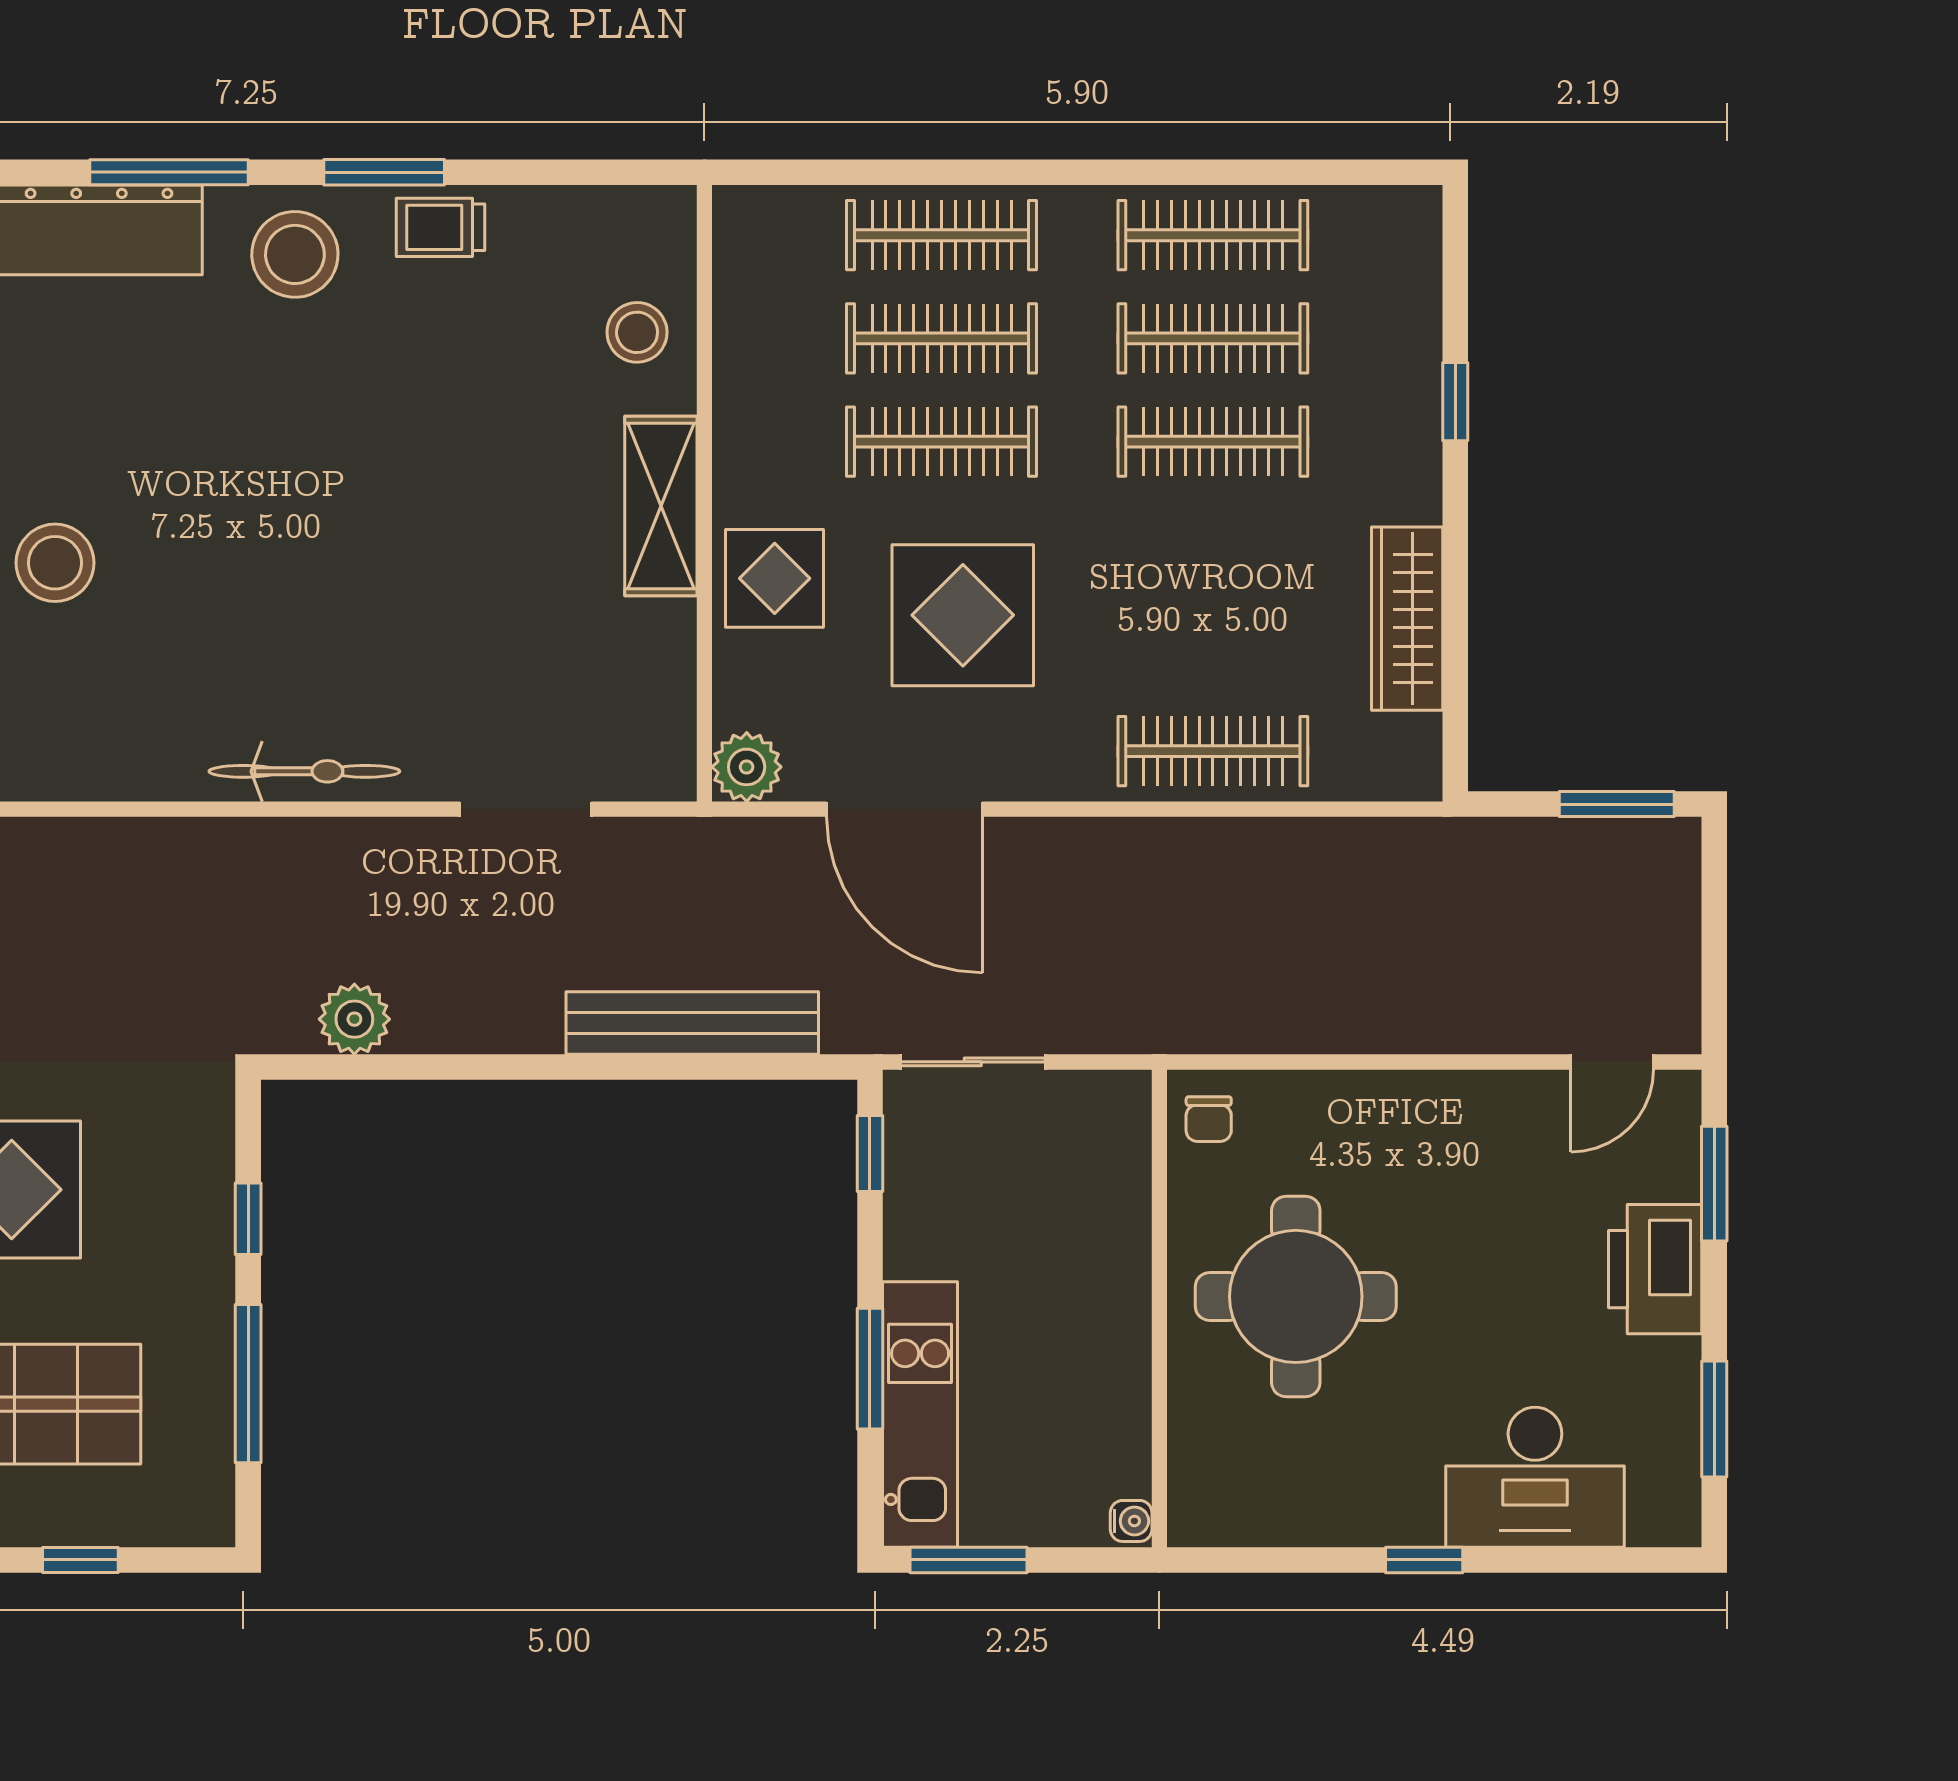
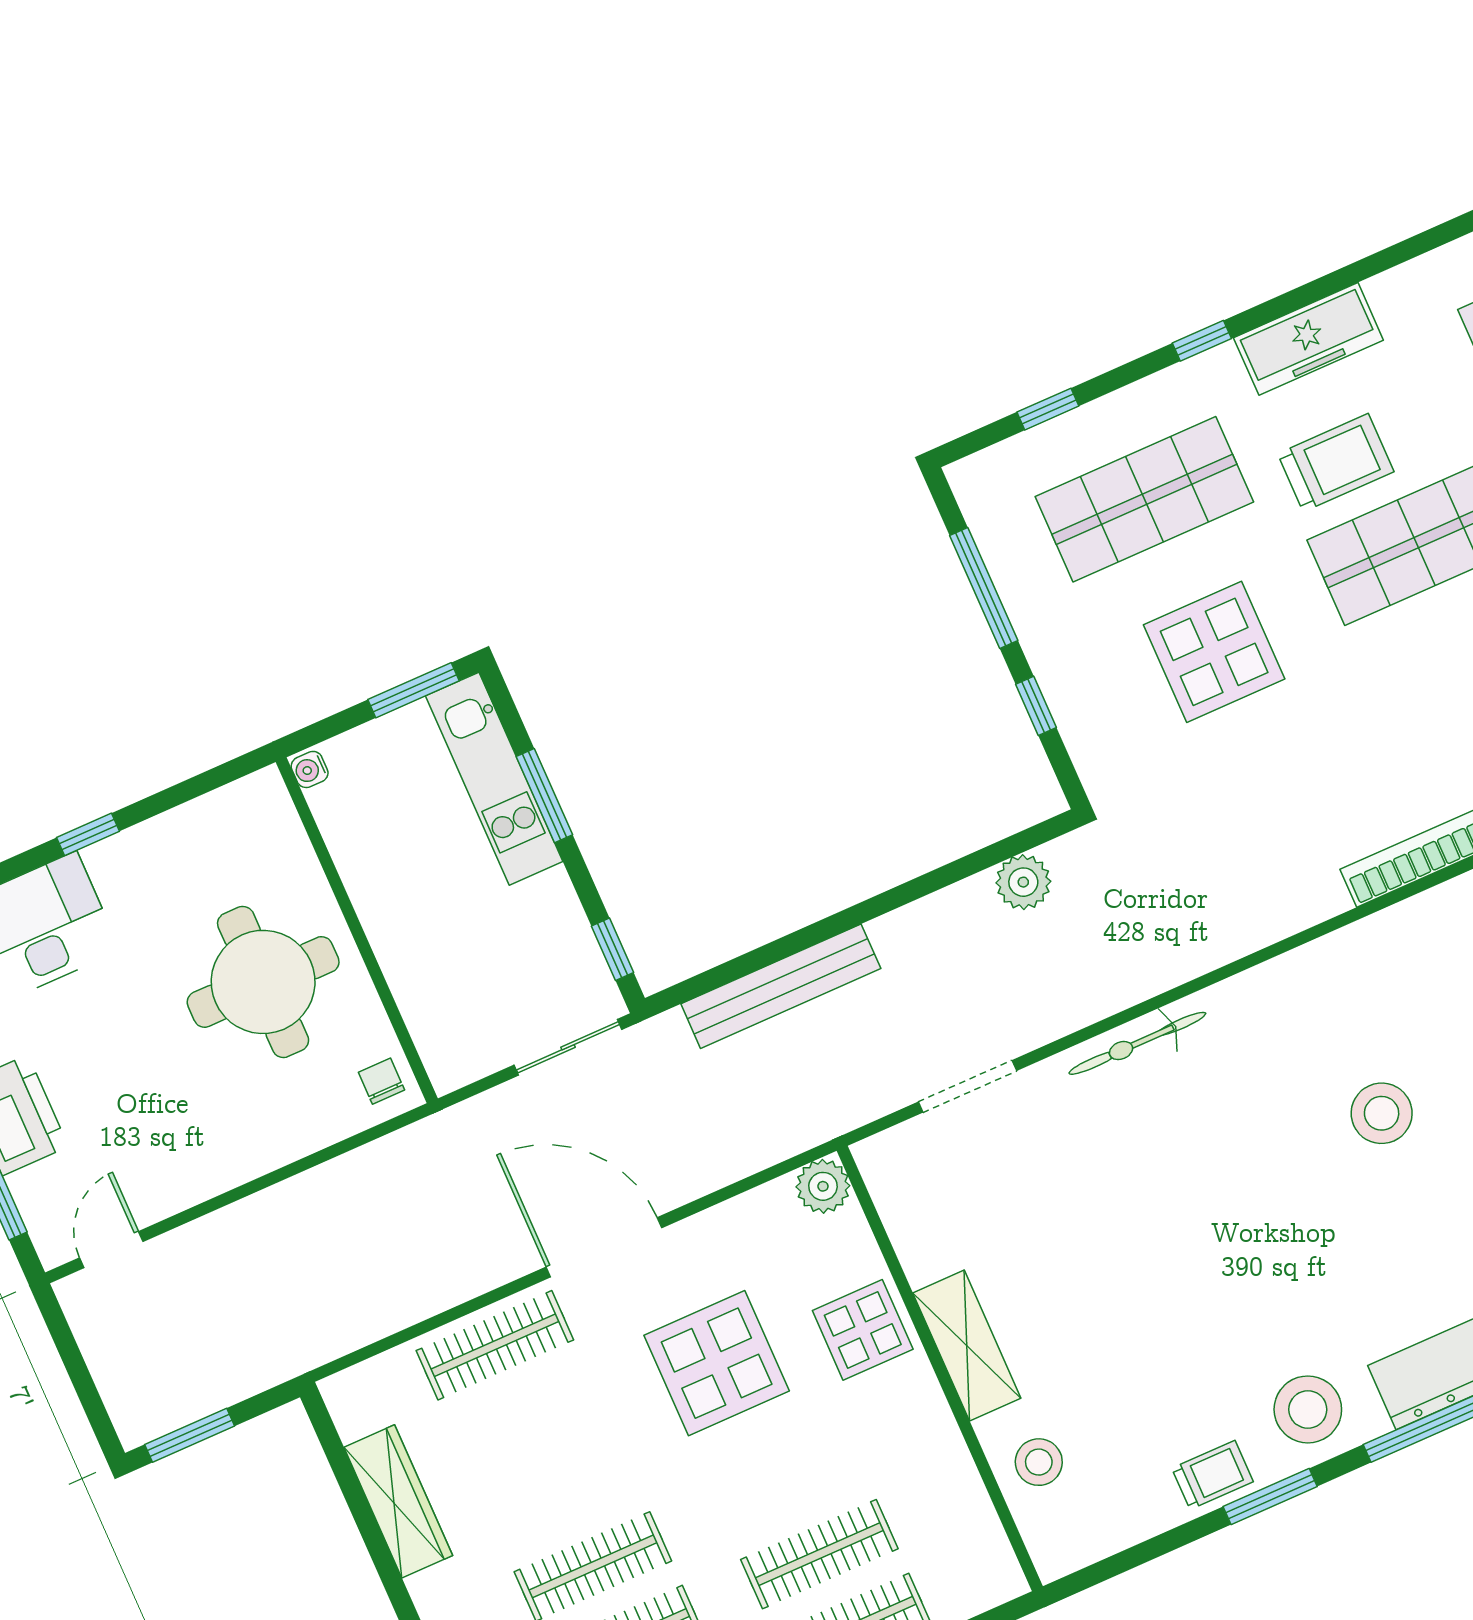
clothes rail: (942, 442) -> (787, 1480), removed
door: (904, 809) -> (604, 1247), moved

